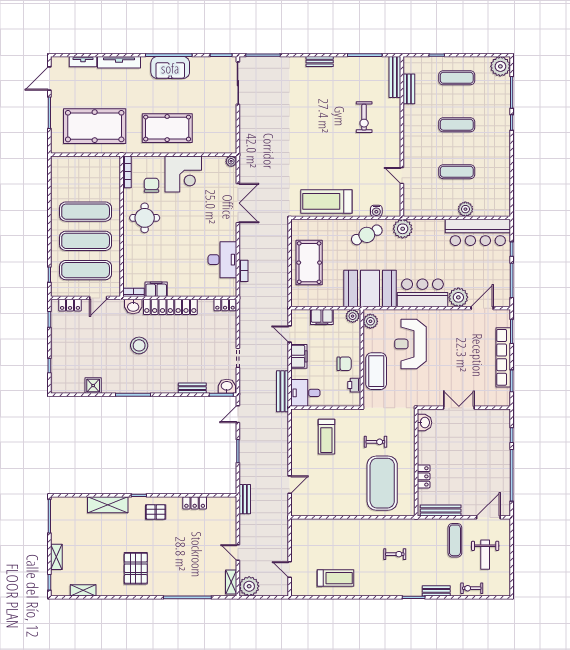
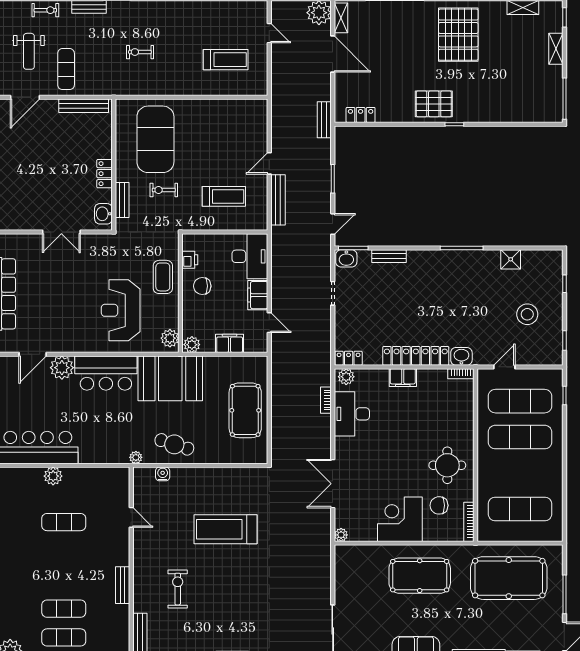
bench: (409, 89) -> (123, 585), moved
exercise mat: (457, 125) -> (64, 609), moved
chair: (151, 185) -> (439, 505), turned 90
treadmill: (326, 201) -> (226, 529), moved, turned 180
exercise mat: (86, 212) -> (520, 509), moved
plant: (403, 229) -> (136, 457), width x0.53, depth x0.53
cafe table: (367, 235) -> (174, 444), turned 43
filing cabinet: (156, 289) -> (403, 378), moved
plant: (227, 290) -> (346, 377), added
locker: (70, 305) -> (539, 358), removed
reception desk: (410, 344) -> (121, 310), turned 180
stool: (139, 345) -> (527, 314), moved
coffee table: (376, 371) -> (163, 277), width x0.73, depth x0.76
bench: (282, 391) -> (278, 200), moved
desk: (305, 393) -> (250, 256), width x1.37
bench: (409, 434) -> (122, 200), added
treadmill: (326, 437) -> (224, 196), turned 90
locker: (424, 476) -> (105, 174), moved
door: (290, 485) -> (269, 163), moved
locker: (195, 503) -> (361, 115), moved
shelving: (108, 505) -> (493, 113), removed
pallet: (156, 512) -> (434, 104), width x1.50, depth x1.42
door: (238, 553) -> (333, 54), width x1.88
weight bench: (485, 555) -> (29, 51), turned 180
pallet: (136, 568) -> (458, 35), width x1.37, depth x1.41
treadmill: (335, 578) -> (226, 60), moved, turned 180

